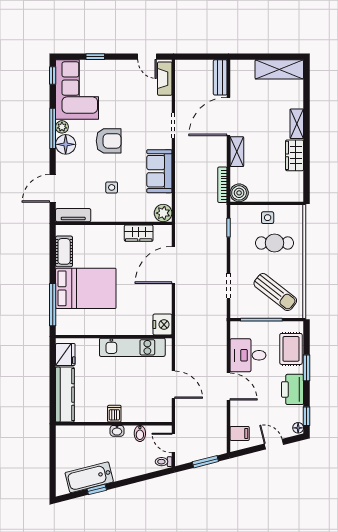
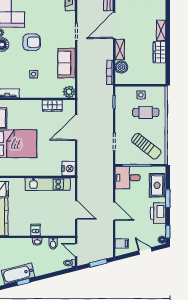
boiler: (239, 193) -> (121, 67), moved
desk: (248, 355) -> (127, 178), moved

